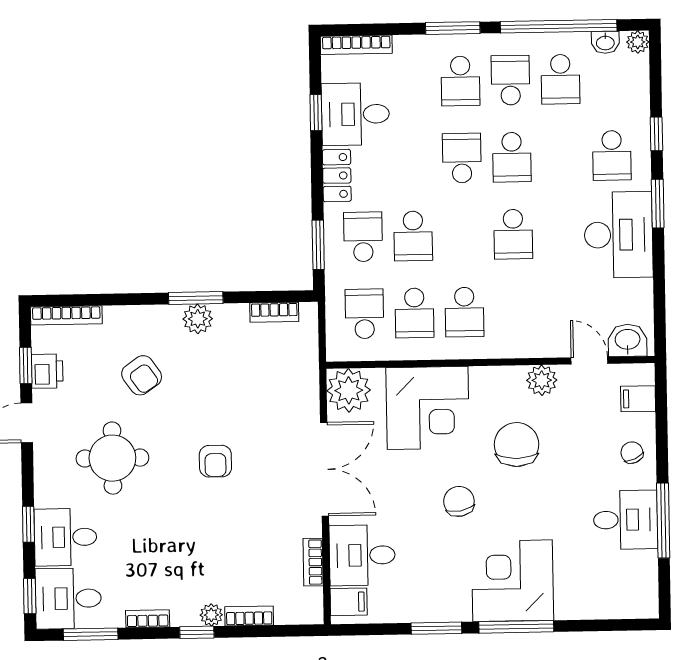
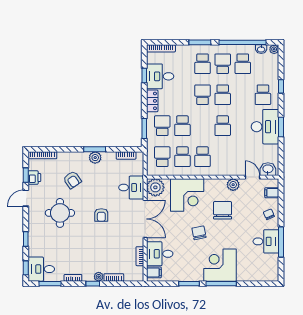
window: (658, 204) -> (281, 127), moved
desk: (65, 537) -> (131, 188), moved, turned 180

